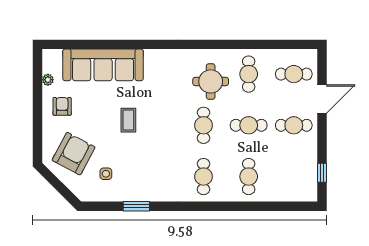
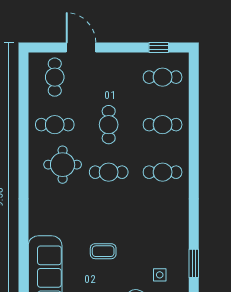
cafe table: (294, 125) -> (163, 77), moved, turned 90
window: (136, 206) -> (194, 263), moved

